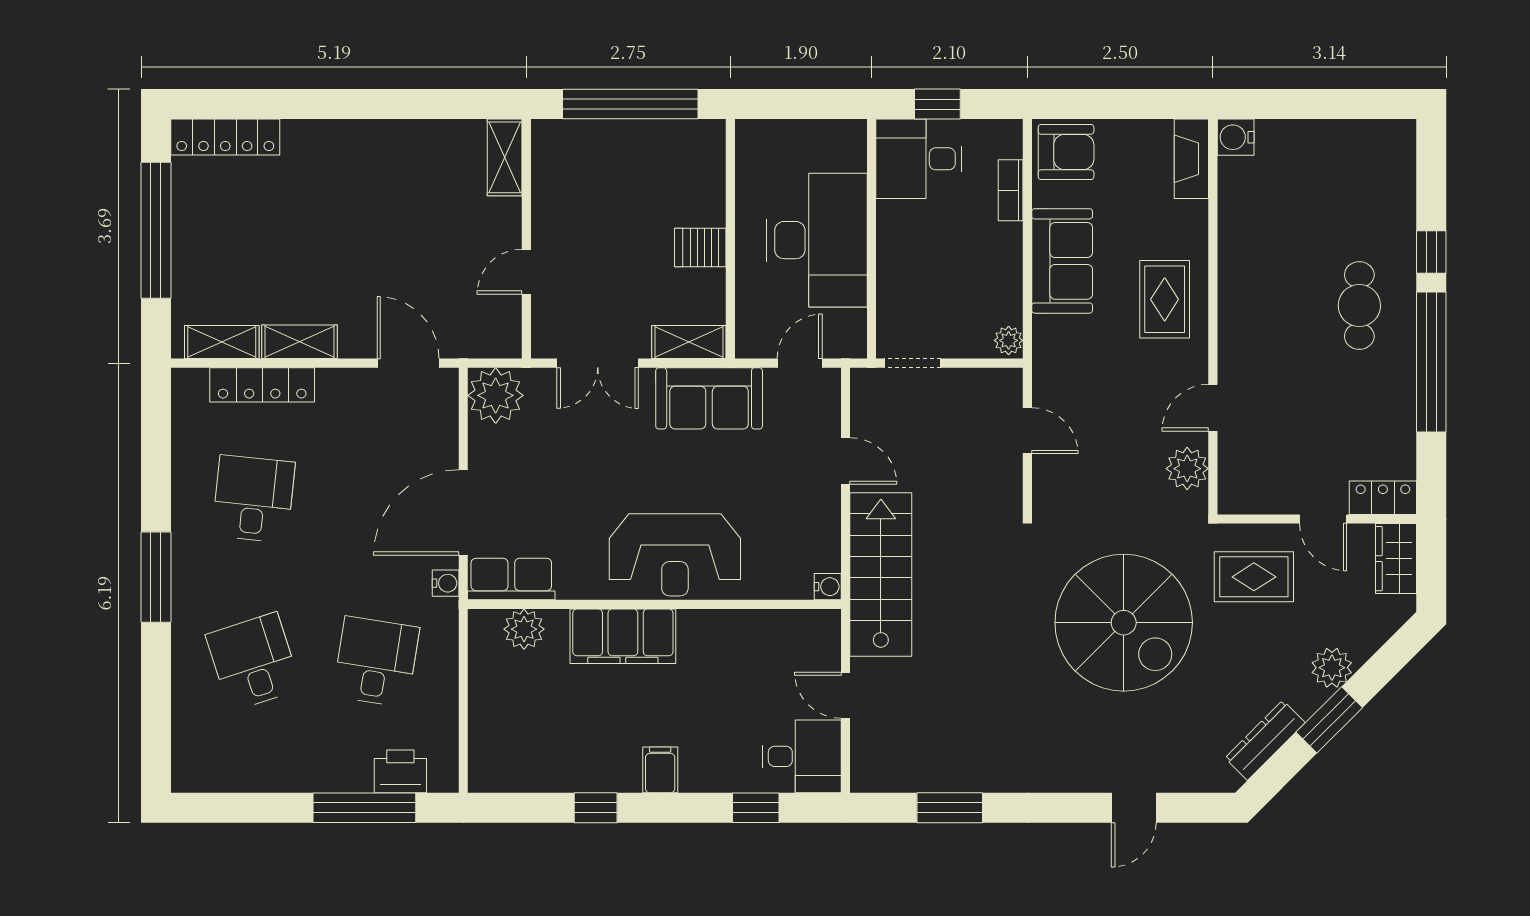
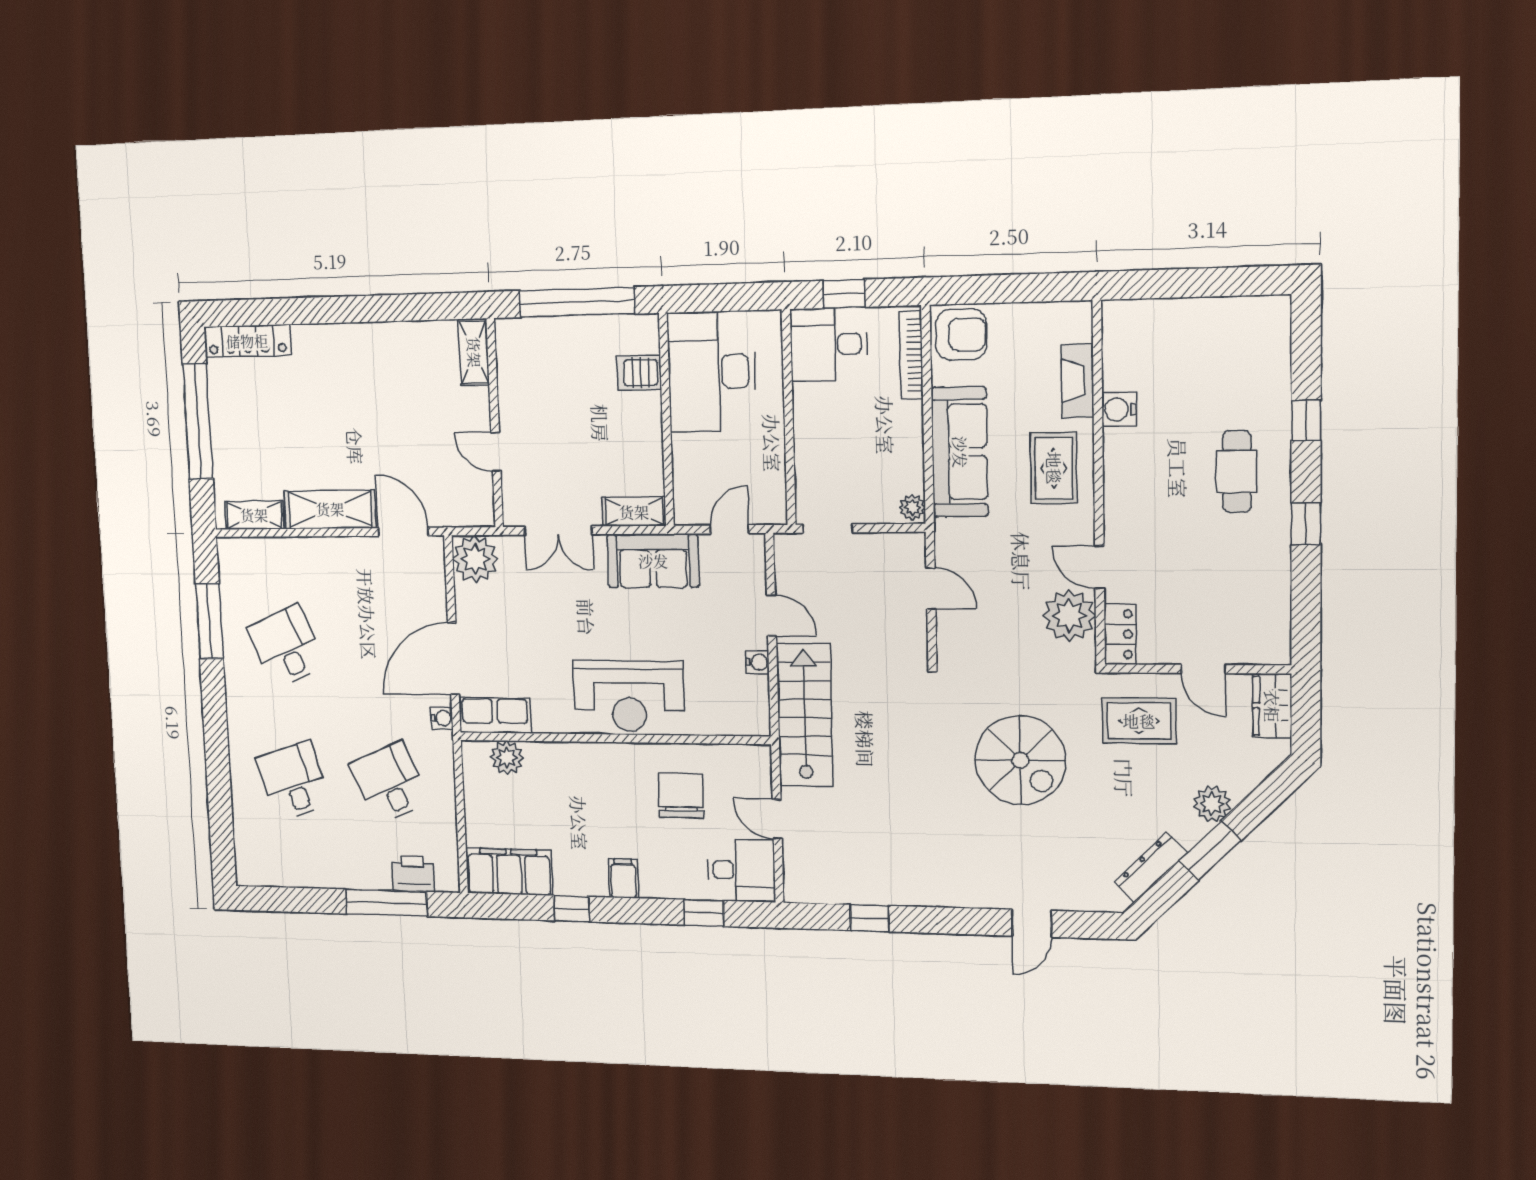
water cooler: (1236, 137) -> (1119, 409), moved
fireplace: (1191, 159) -> (1078, 381), moved
bookcase: (1011, 190) -> (911, 355), width x1.56
desk: (817, 240) -> (712, 372), moved, turned 180
server rack: (700, 248) -> (639, 373), moved
sofa: (1062, 261) -> (960, 452), width x1.36
door: (526, 272) -> (496, 452), hinge flipped
shelving: (299, 342) -> (330, 509), width x1.50, depth x1.33
window: (1431, 362) -> (1306, 524), width x0.32
locker: (262, 385) -> (288, 551), removed
door: (1213, 408) -> (1100, 567), hinge flipped
plant: (1187, 469) -> (1069, 616), width x1.36, depth x1.36
locker: (1383, 498) -> (1120, 634), moved, turned 90
desk: (253, 499) -> (286, 646), turned -30
window: (156, 577) -> (209, 621), moved
water cooler: (828, 587) -> (757, 662), moved
spiral stairs: (1124, 623) -> (1020, 760), width x0.73, depth x0.73
filing cabinet: (623, 636) -> (509, 872), moved, turned 180
desk: (376, 662) -> (390, 783), turned -33
chair: (733, 670) -> (681, 796), added
window: (950, 808) -> (870, 918), width x0.67

